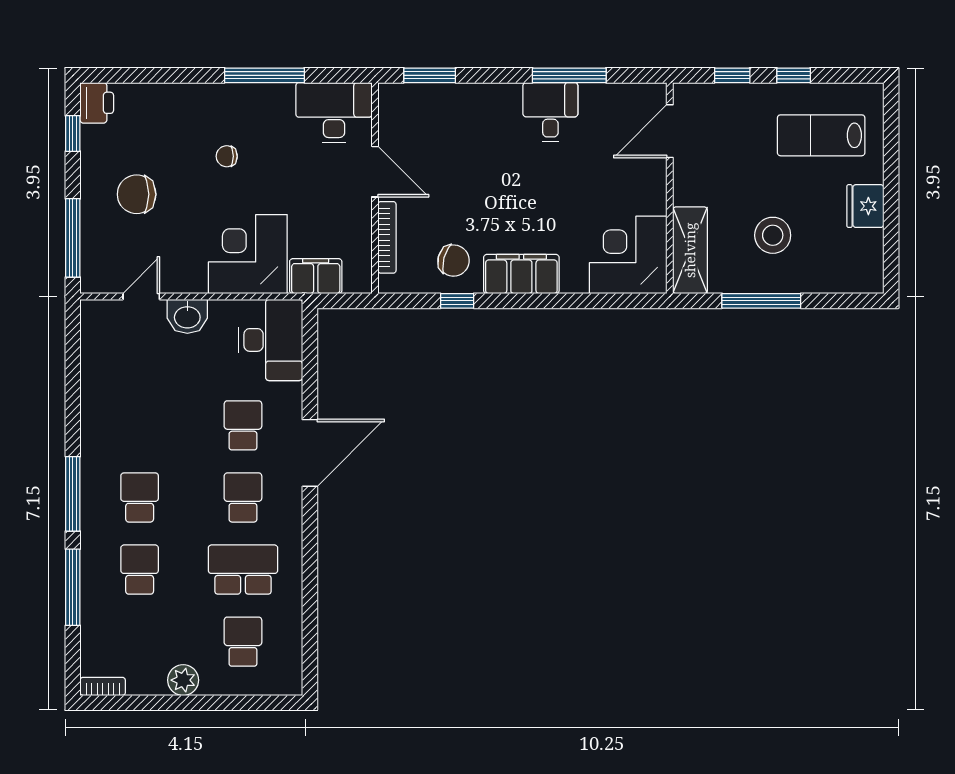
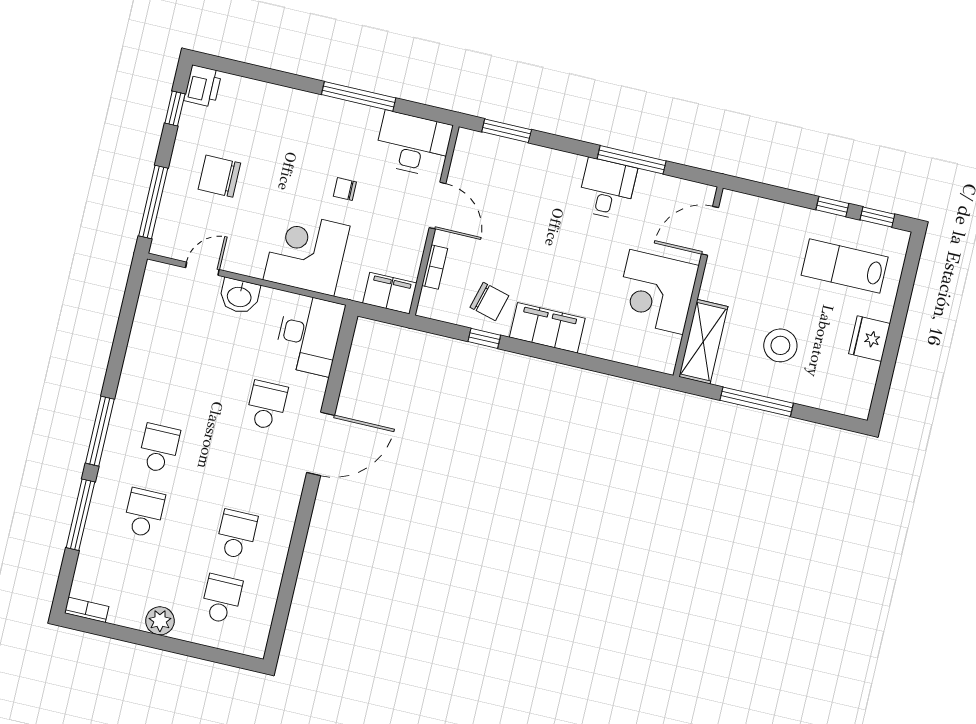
window: (732, 75) -> (877, 217), moved
chair: (227, 156) -> (345, 189), moved
bookcase: (387, 237) -> (435, 267), width x0.64
corner desk: (628, 255) -> (656, 292), moved, turned -90
filing cabinet: (316, 276) -> (390, 293), moved
school desk: (243, 497) -> (252, 470), removed
school desk: (243, 570) -> (237, 534), width x0.54

